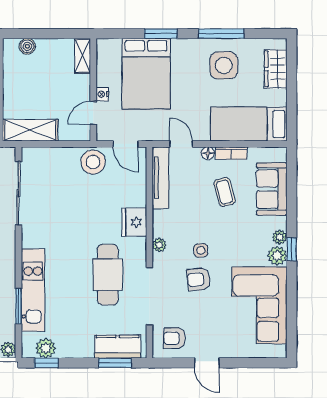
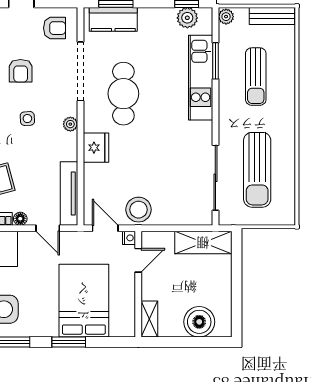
boiler: (27, 46) -> (199, 322), width x1.86, depth x1.86
nightstand: (102, 94) -> (129, 238), moved
armchair: (199, 279) -> (21, 71), moved, turned 96

